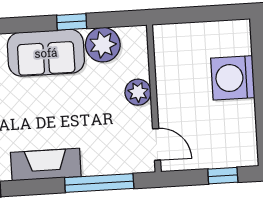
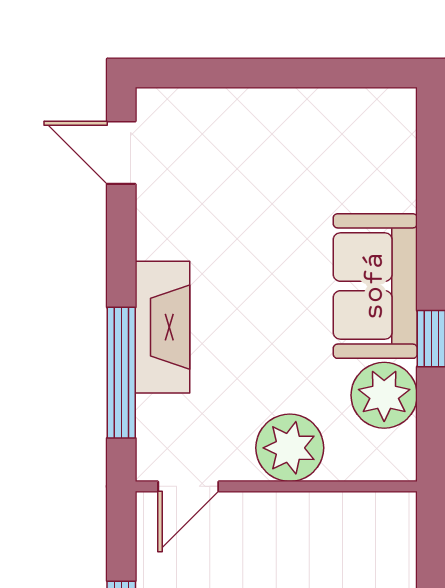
plant: (138, 92) -> (290, 448), width x1.36, depth x1.36
fireplace: (46, 165) -> (163, 327), moved

